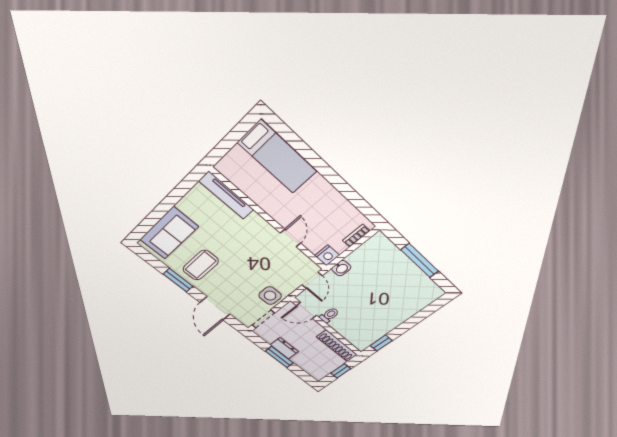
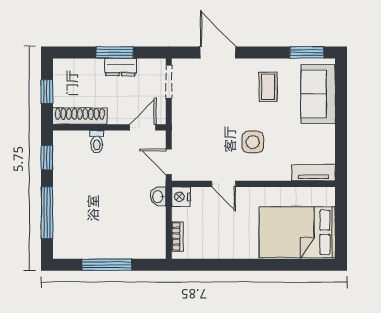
bed: (277, 157) -> (297, 232), width x1.50
tv unit: (226, 195) -> (313, 173), width x0.71
coffee table: (201, 265) -> (268, 87), width x0.73, depth x0.77
window: (178, 280) -> (307, 52), moved
side table: (270, 296) -> (253, 142), moved
toilet: (329, 315) -> (97, 142), moved
window: (417, 318) -> (47, 213), added

